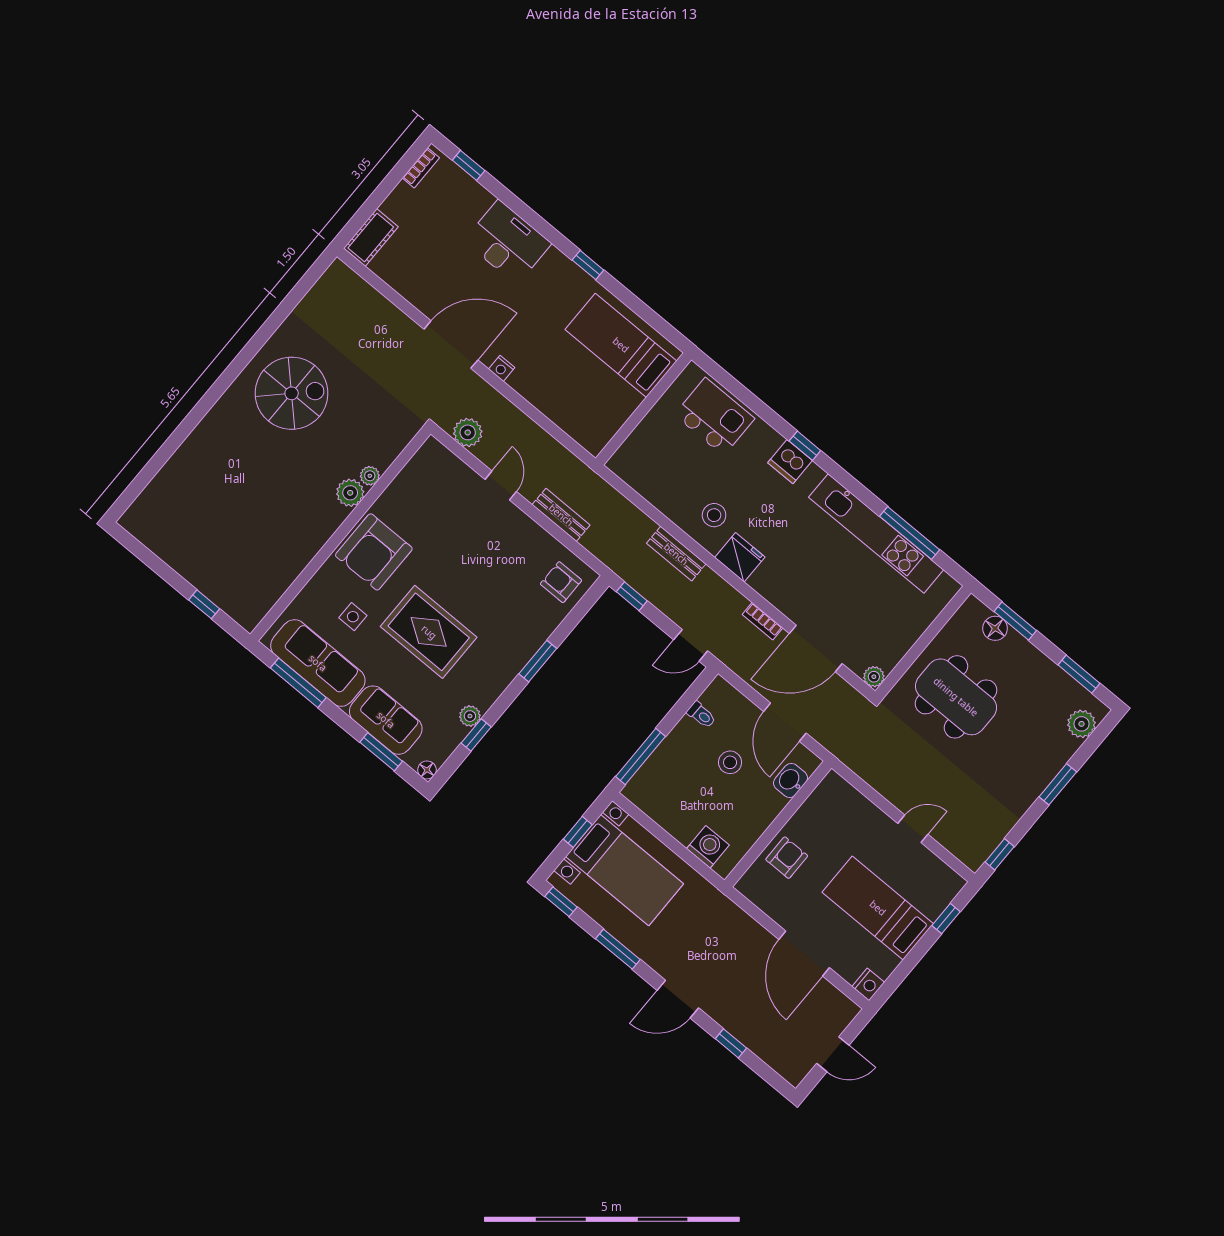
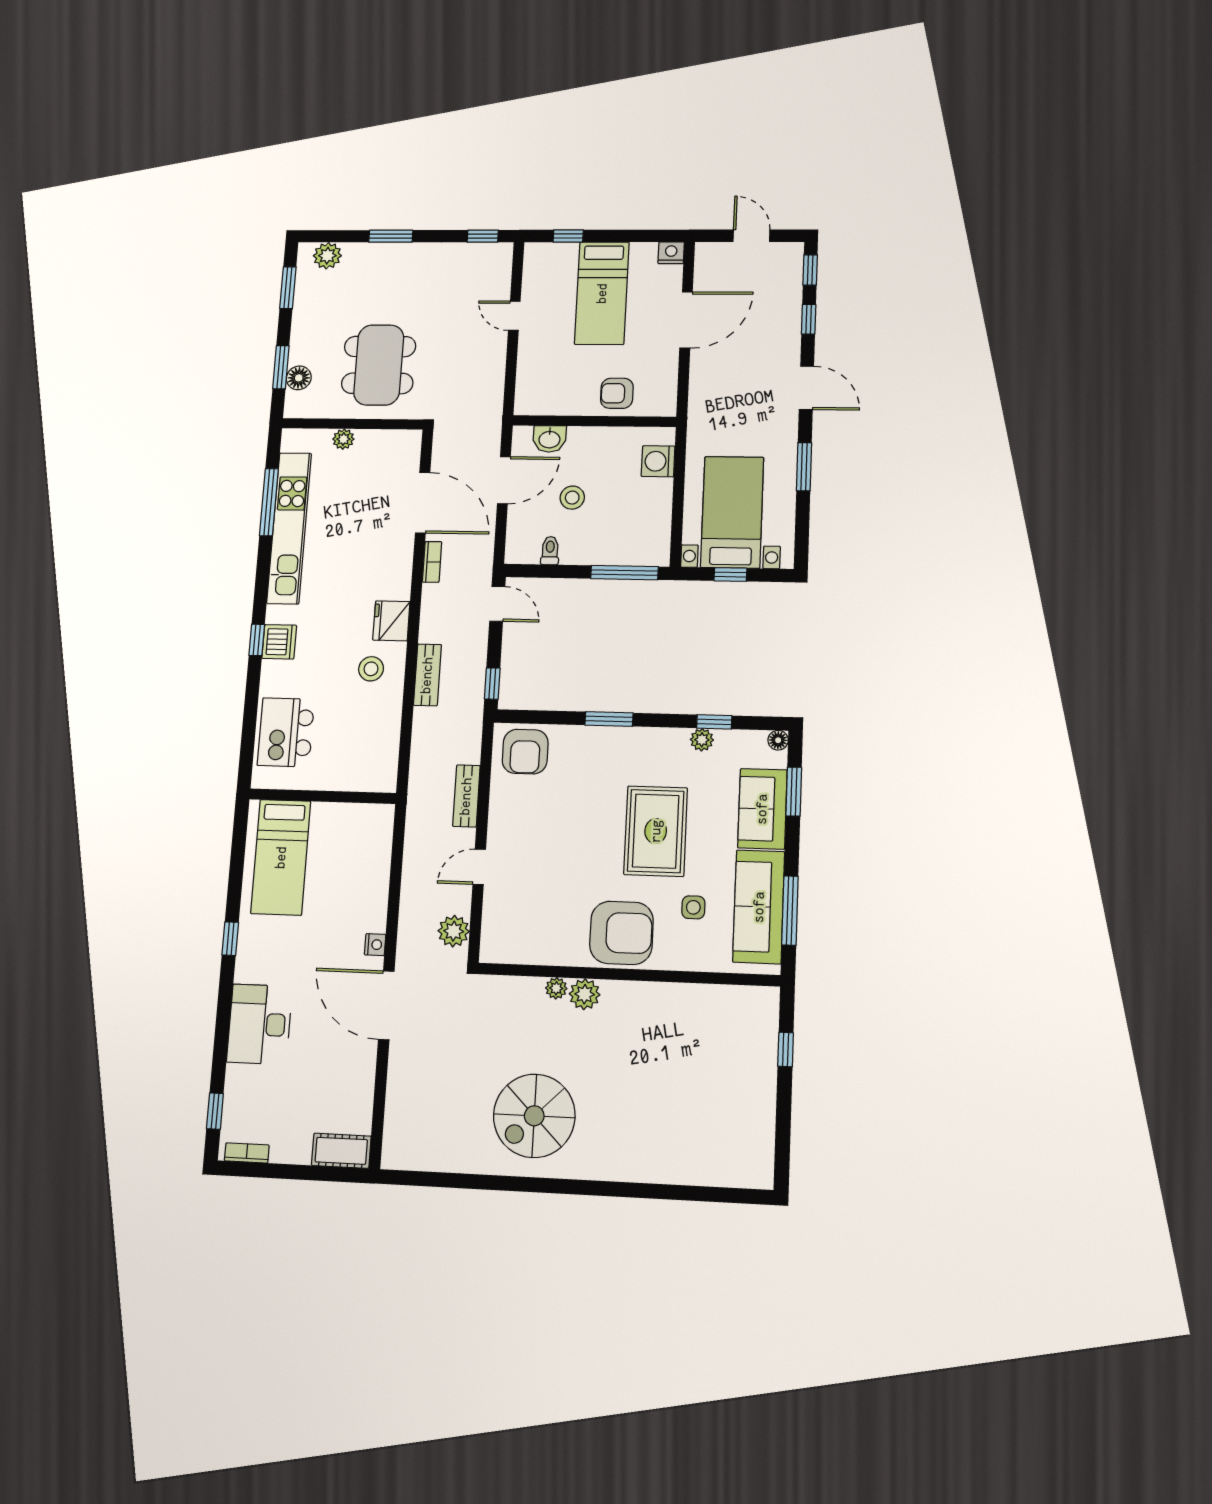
spiral stairs: (292, 393) -> (534, 1116), turned -90
armchair: (561, 582) -> (525, 752), width x1.38, depth x1.38
plant: (874, 677) -> (343, 439), moved
window: (561, 902) -> (810, 270), moved

